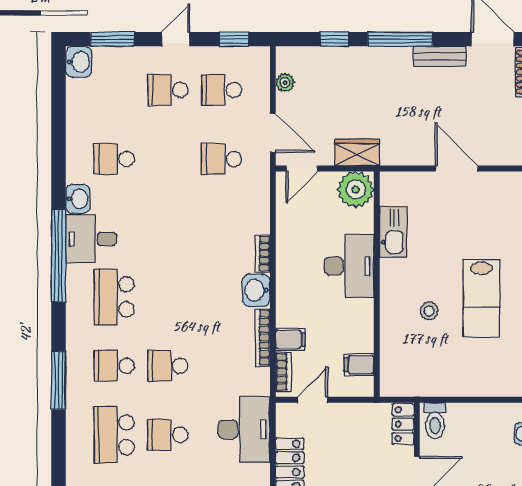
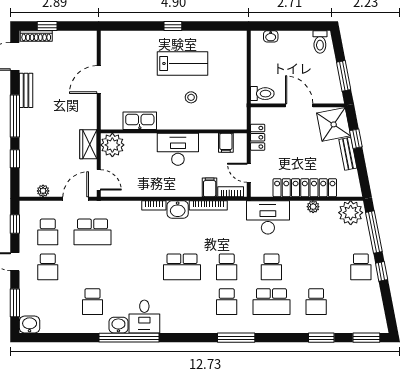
school desk: (222, 159) -> (93, 232), width x1.85
window: (59, 256) -> (129, 338), moved
desk: (349, 266) -> (178, 149), moved
school desk: (114, 297) -> (182, 267), moved
locker: (403, 424) -> (258, 137), moved, turned -90

